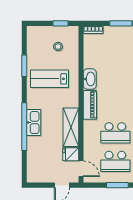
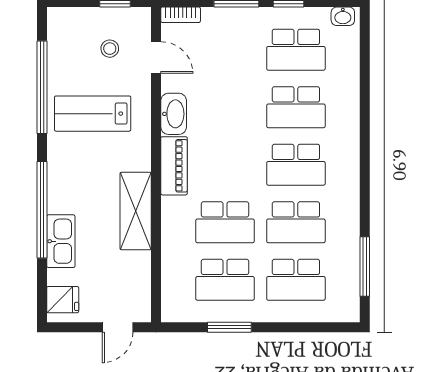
window: (24, 66) -> (42, 87), width x2.11
kitchen sink: (34, 122) -> (61, 241), moved
fridge: (71, 154) -> (63, 300), moved, turned 180
door: (81, 169) -> (156, 58), moved

